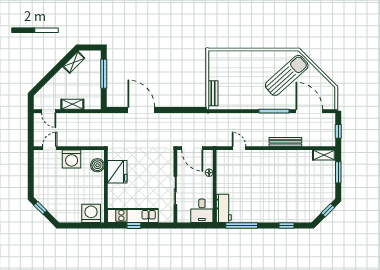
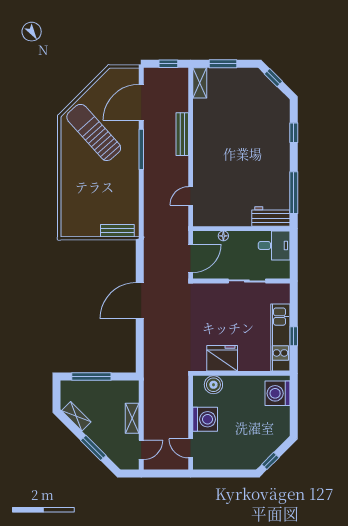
window: (50, 75) -> (93, 448), added
door: (141, 110) -> (140, 301), moved

